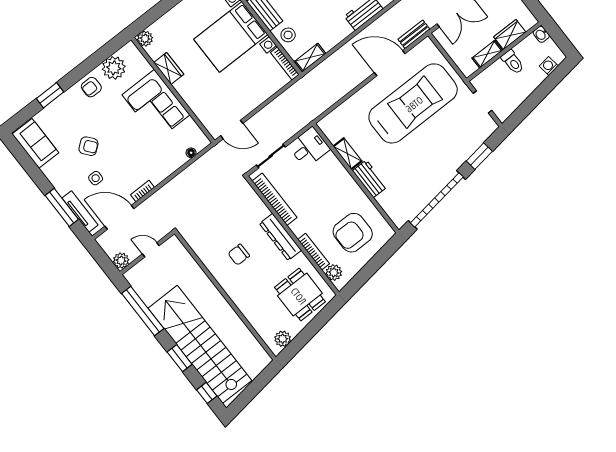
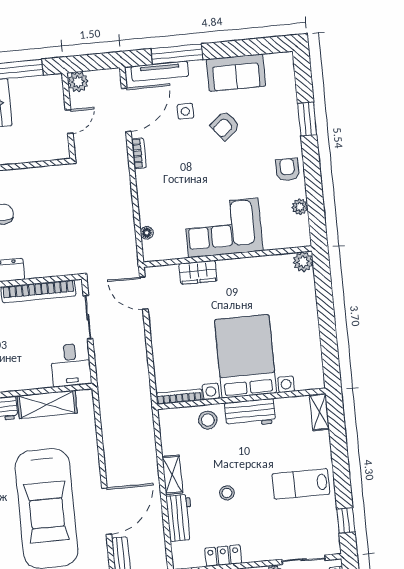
shelving: (310, 58) -> (172, 475), moved
plant: (114, 68) -> (300, 207), width x0.53, depth x0.53
wardrobe: (169, 68) -> (198, 272), moved
door: (232, 130) -> (144, 293), hinge flipped
sofa: (35, 143) -> (236, 73), moved
shelving: (348, 154) -> (47, 404), width x1.50, depth x1.33

